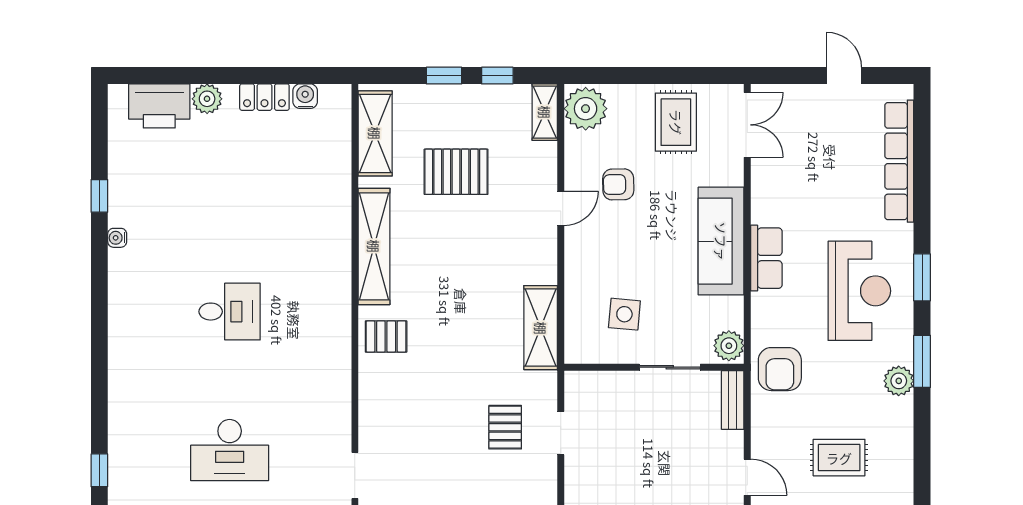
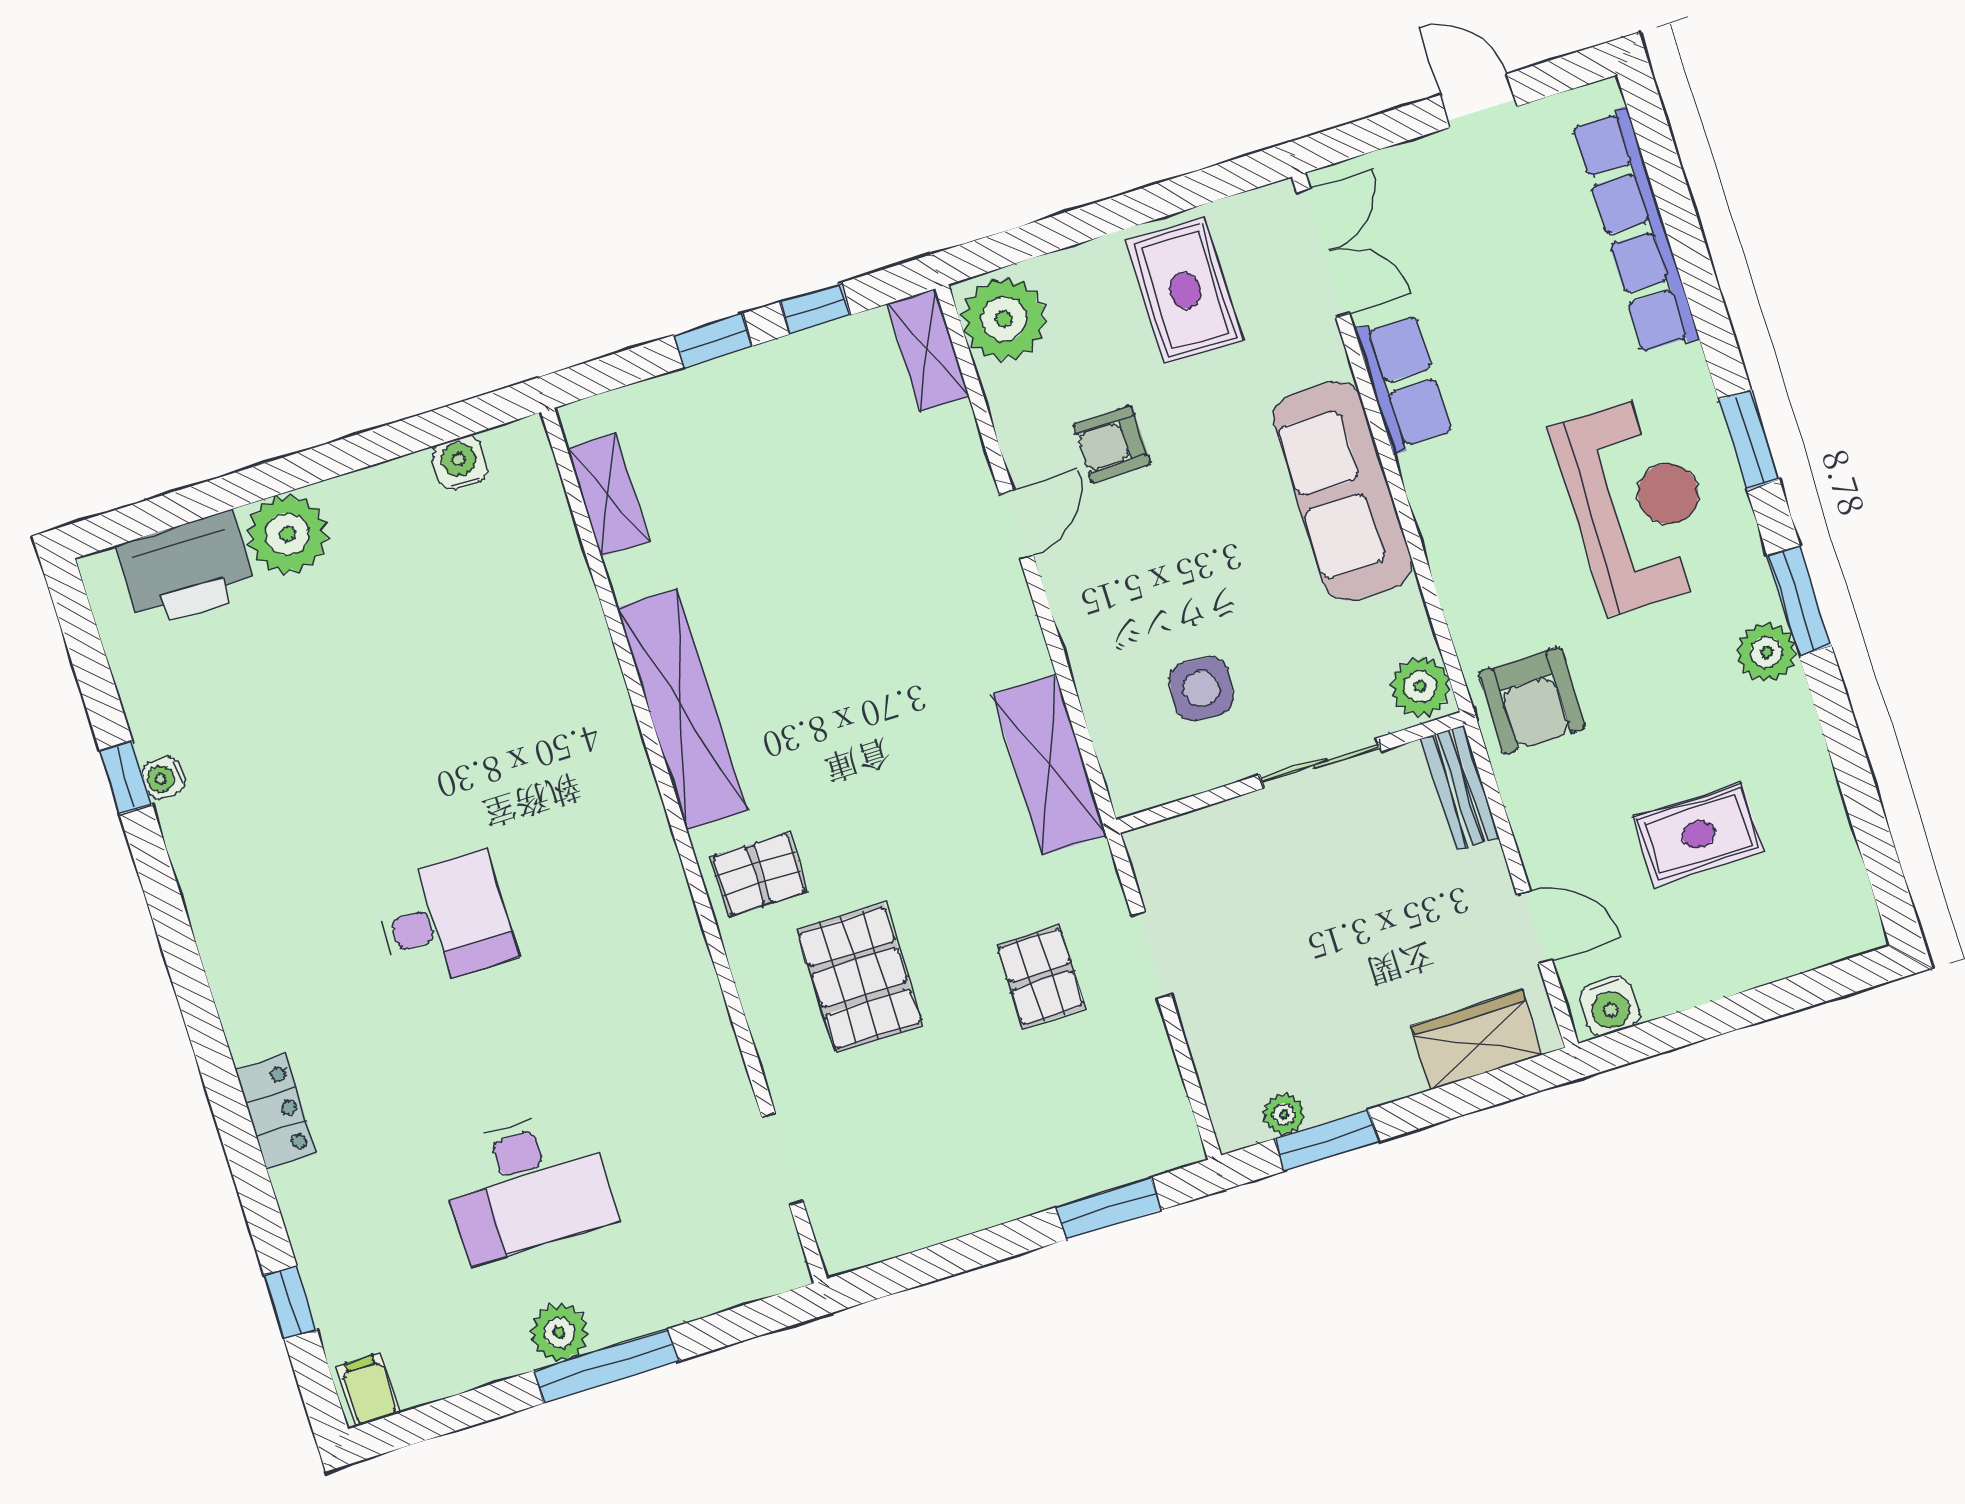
locker: (264, 97) -> (276, 1112), moved, turned -90
plant: (207, 99) -> (287, 534), width x1.36, depth x1.36
shelving: (375, 133) -> (608, 495), width x0.67, depth x0.75
pallet: (456, 172) -> (860, 978), moved, turned 90
water cooler: (117, 238) -> (163, 778), moved
row of seats: (766, 258) -> (1404, 383), moved

